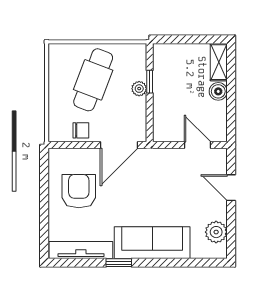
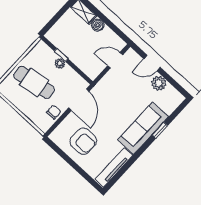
cafe table: (93, 80) -> (34, 82), turned -30
armchair: (79, 191) -> (83, 141), turned 180
plant: (216, 232) -> (159, 83), moved
window: (119, 263) -> (160, 130), moved

